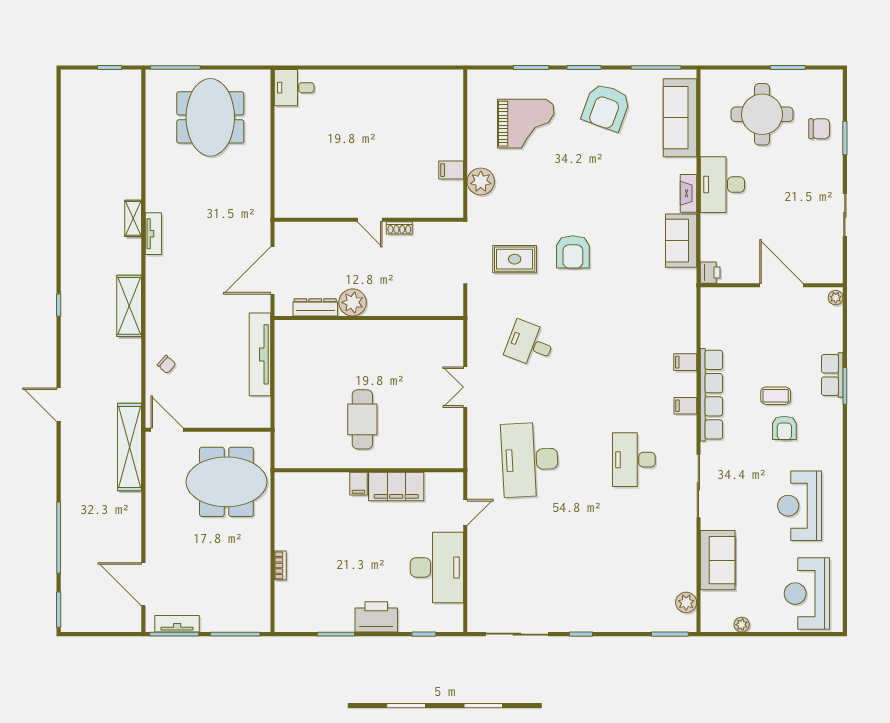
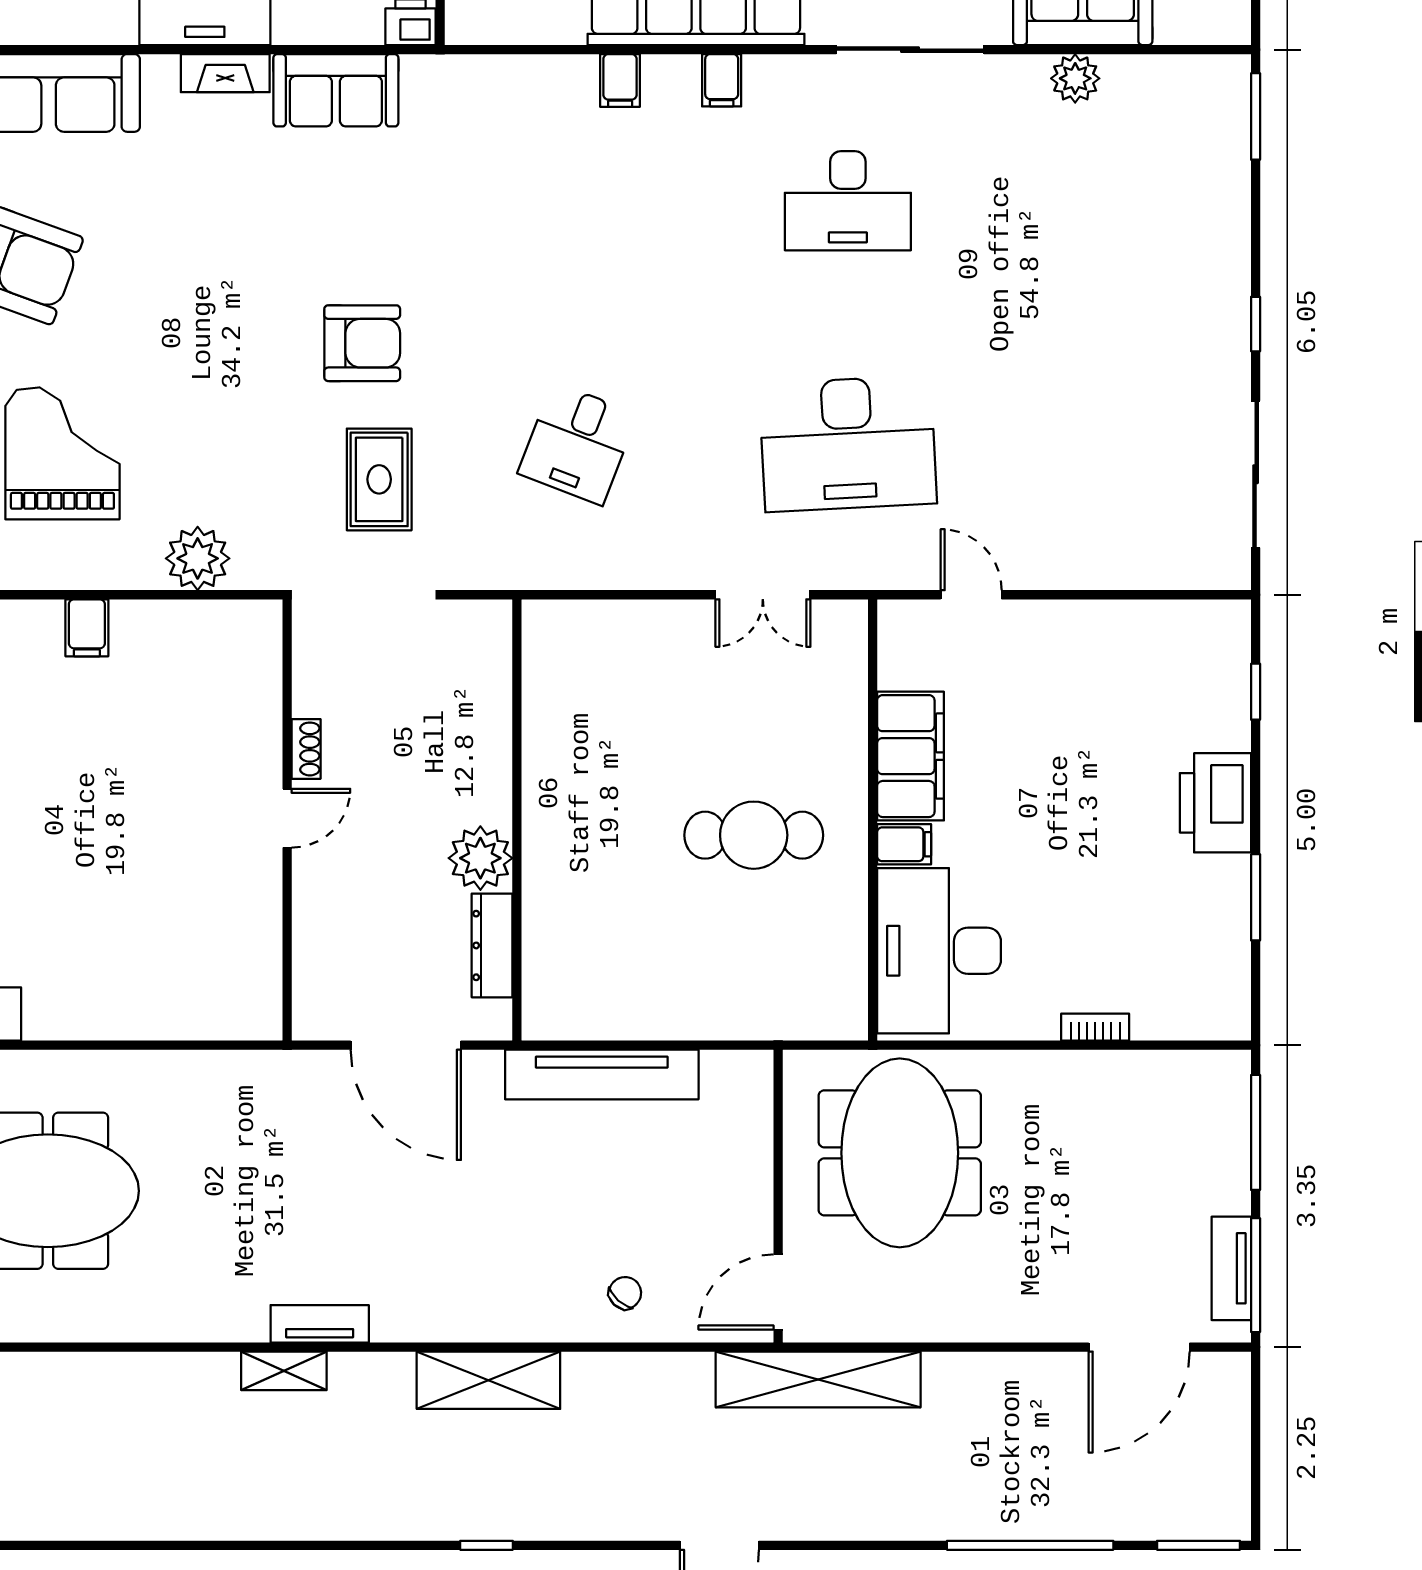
filing cabinet: (451, 170) -> (87, 628), moved
double door: (465, 387) -> (763, 595), moved
desk: (437, 567) -> (939, 951), moved, turned -90
plant: (686, 602) -> (1075, 78), moved

